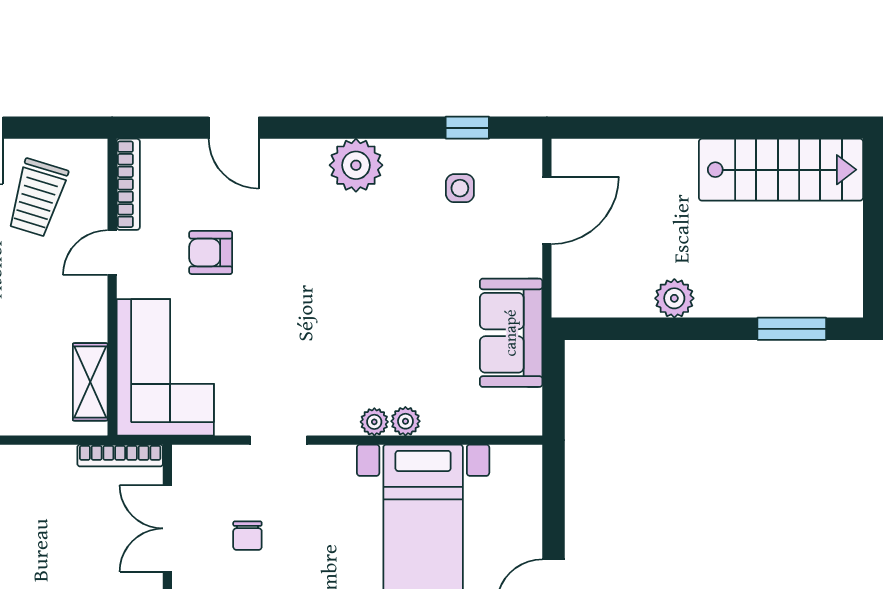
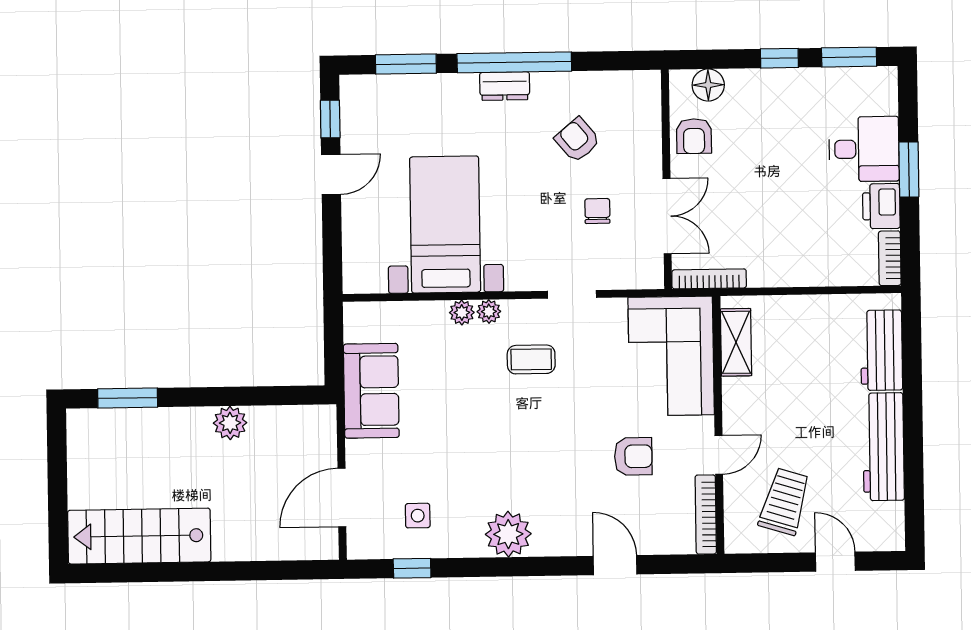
coffee table: (326, 366) -> (531, 359), added

